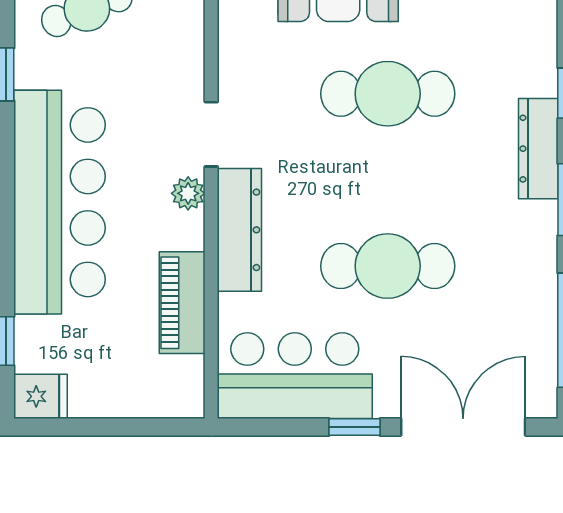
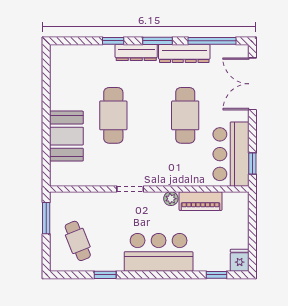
plant: (188, 193) -> (171, 199), moved
bar counter: (60, 202) -> (159, 252), width x0.73
dresser: (239, 230) -> (184, 53), moved, turned 180
window: (354, 427) -> (252, 164), moved

